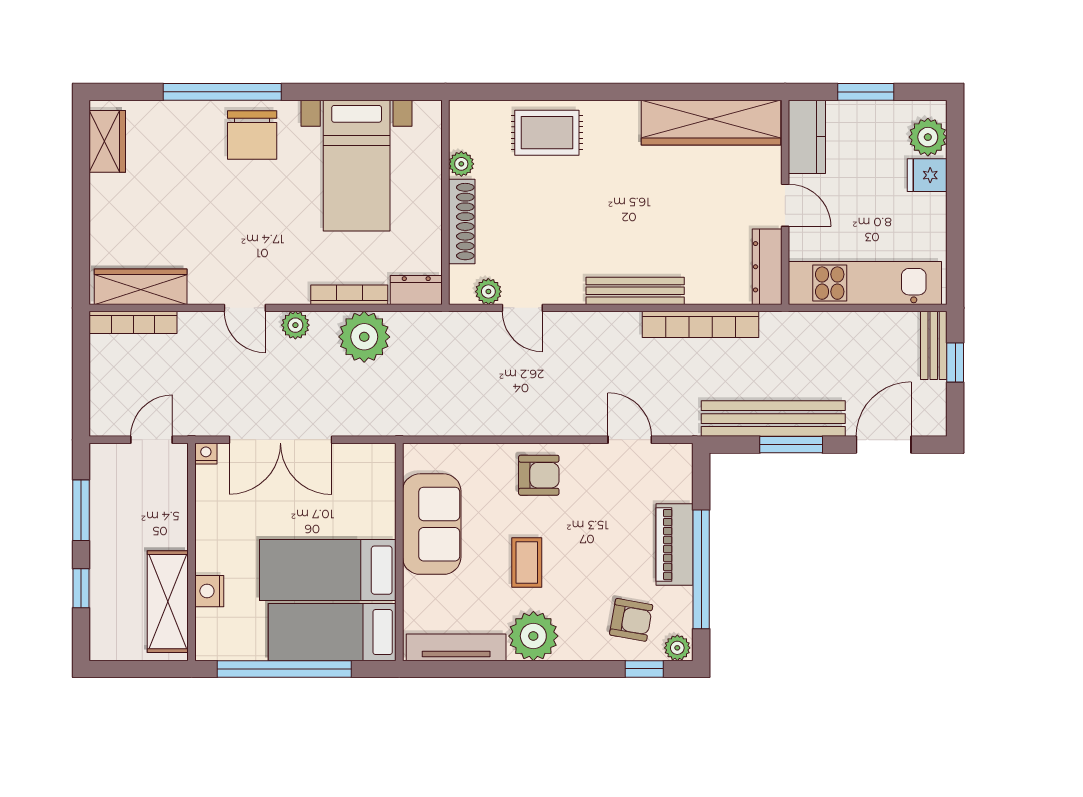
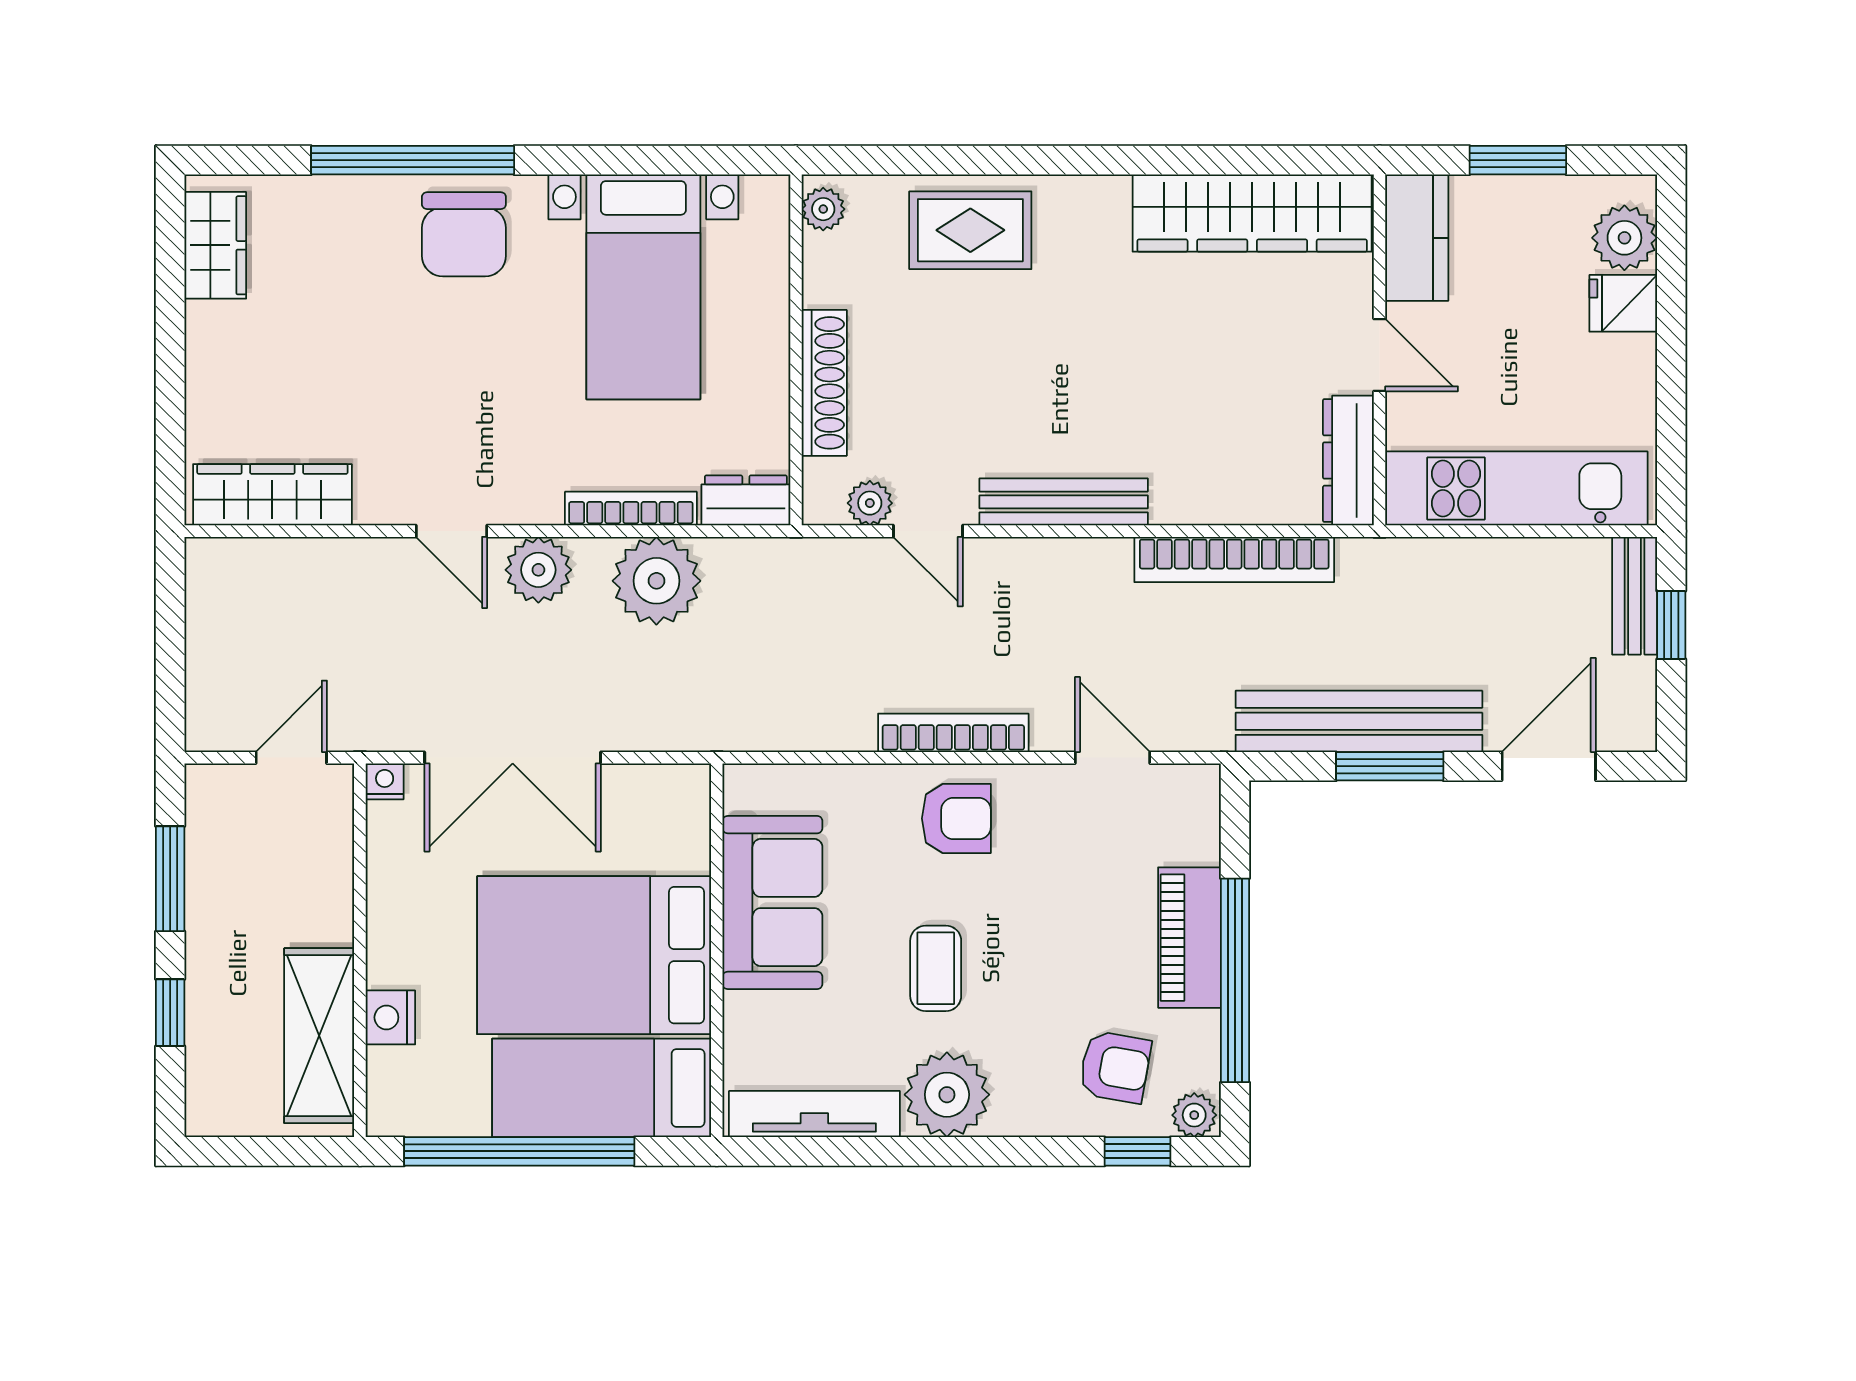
plant: (461, 164) -> (823, 209), moved
bench: (635, 291) -> (1064, 502), moved
bookcase: (133, 322) -> (953, 733), moved, turned 180
plant: (295, 325) -> (538, 570), width x1.38, depth x1.38
bed: (328, 570) -> (594, 955), width x1.50

